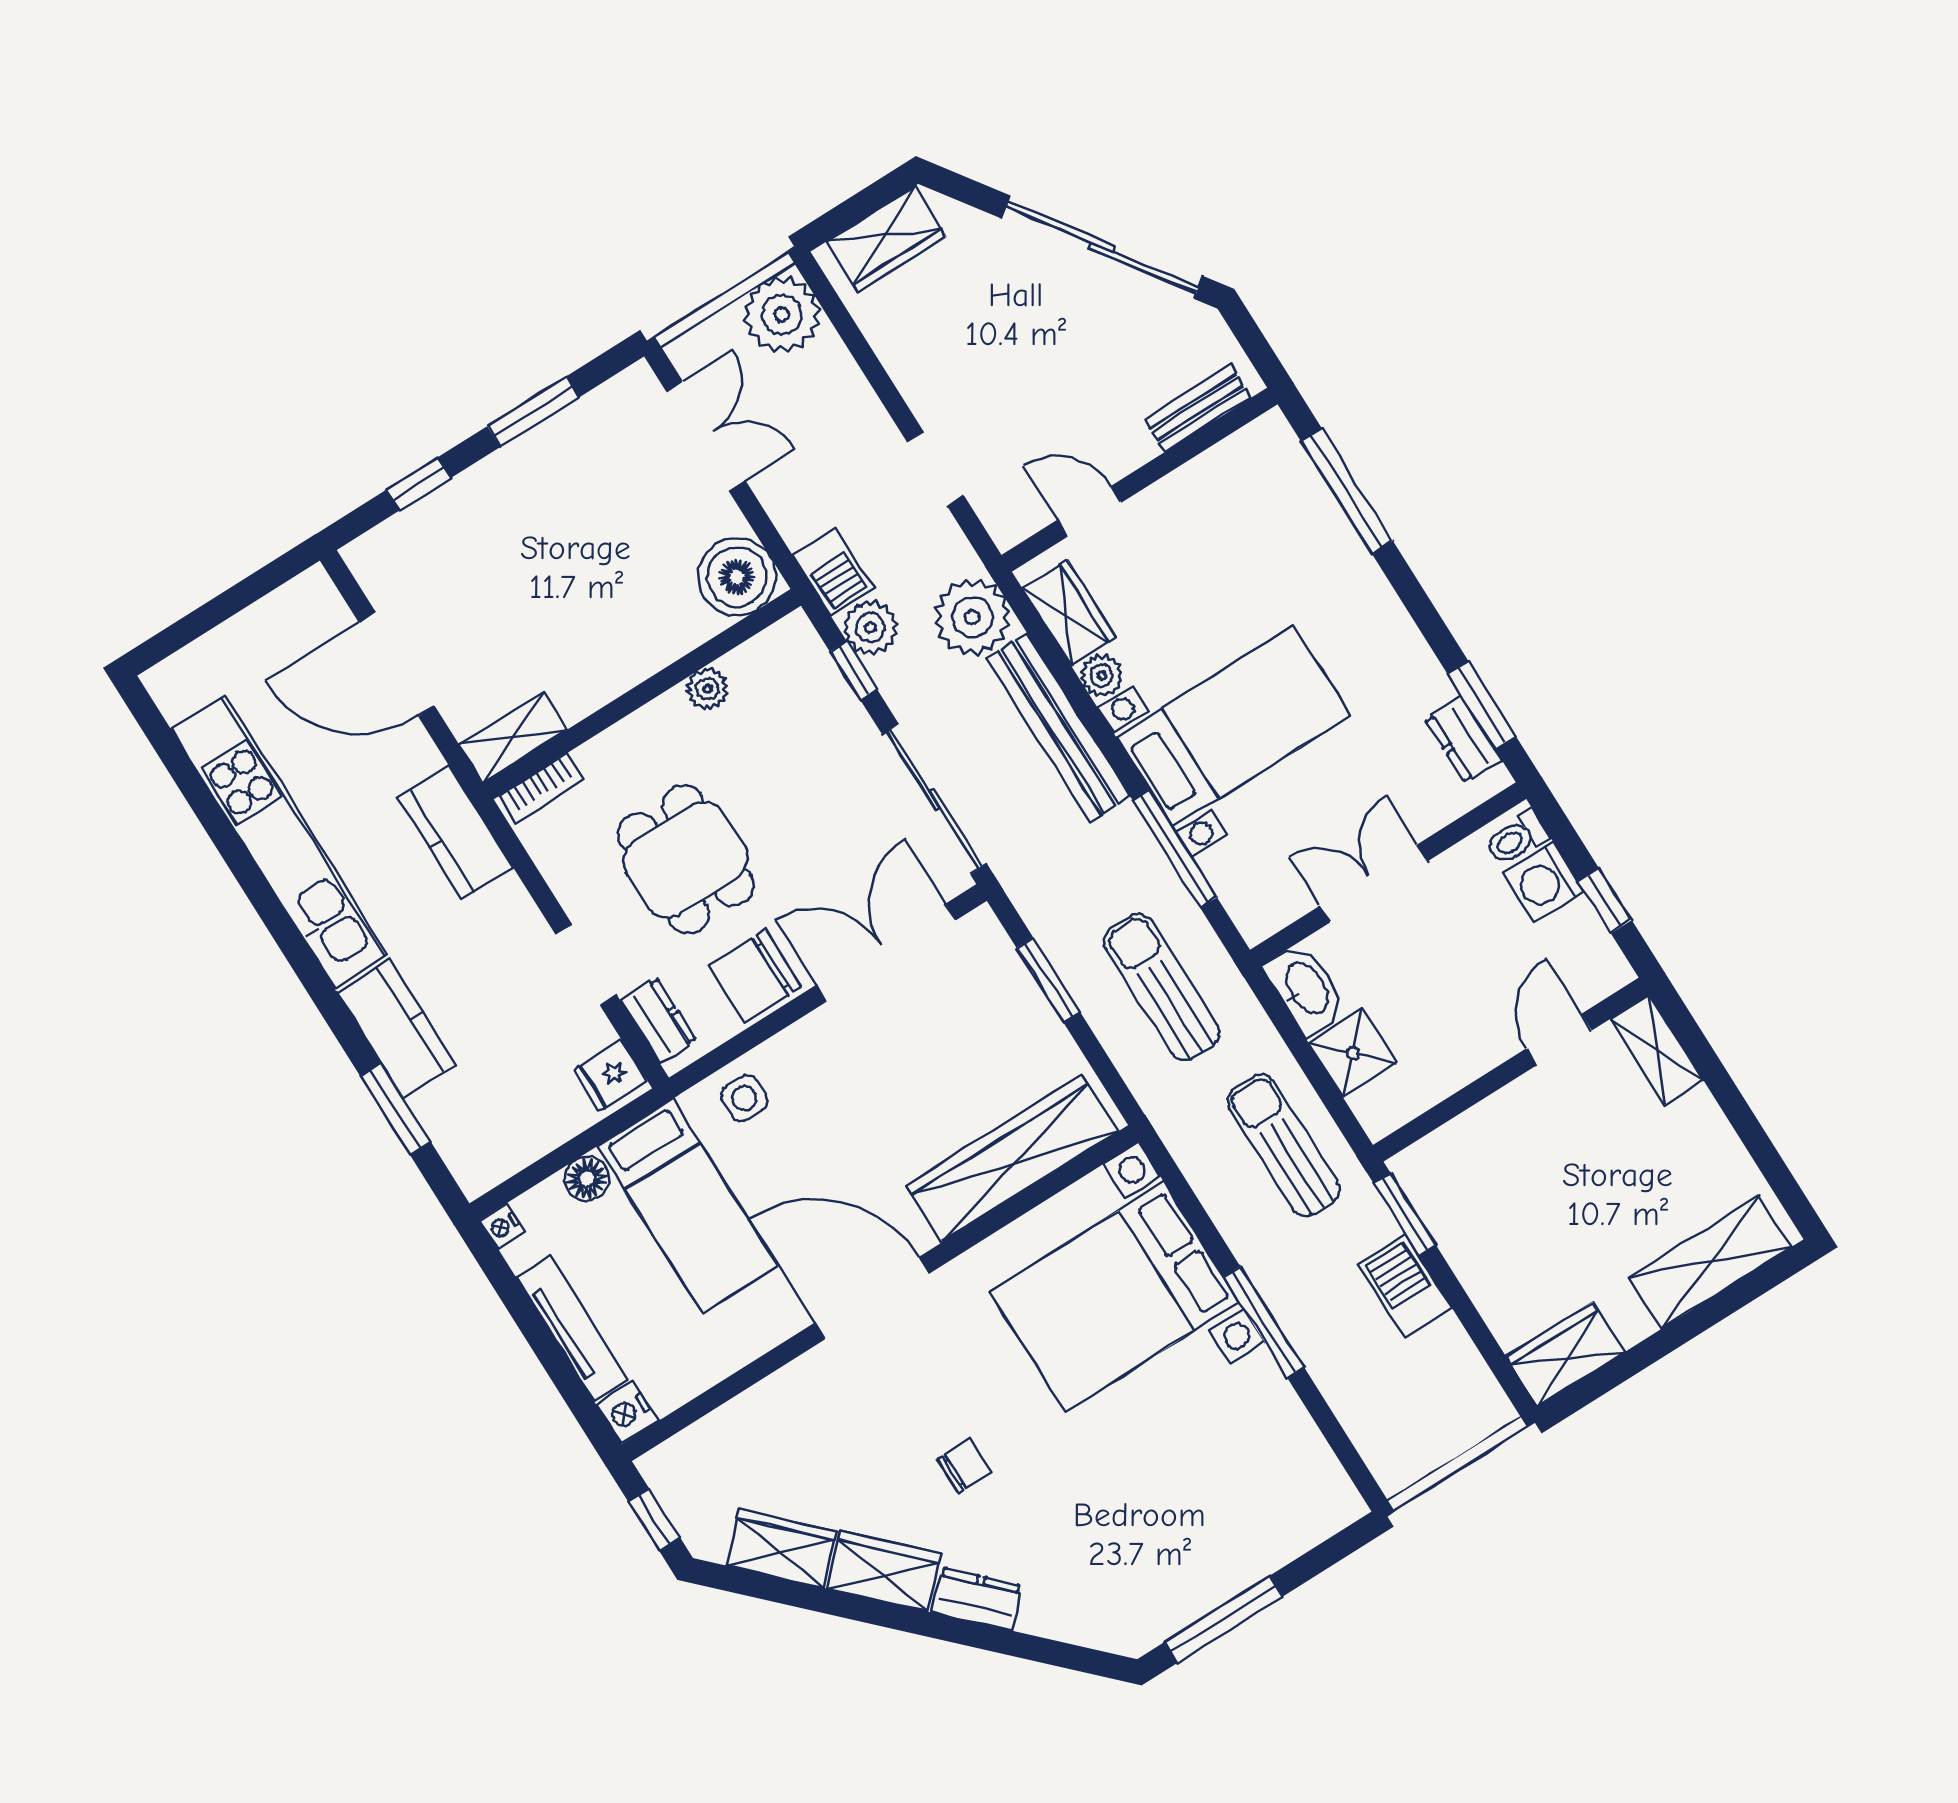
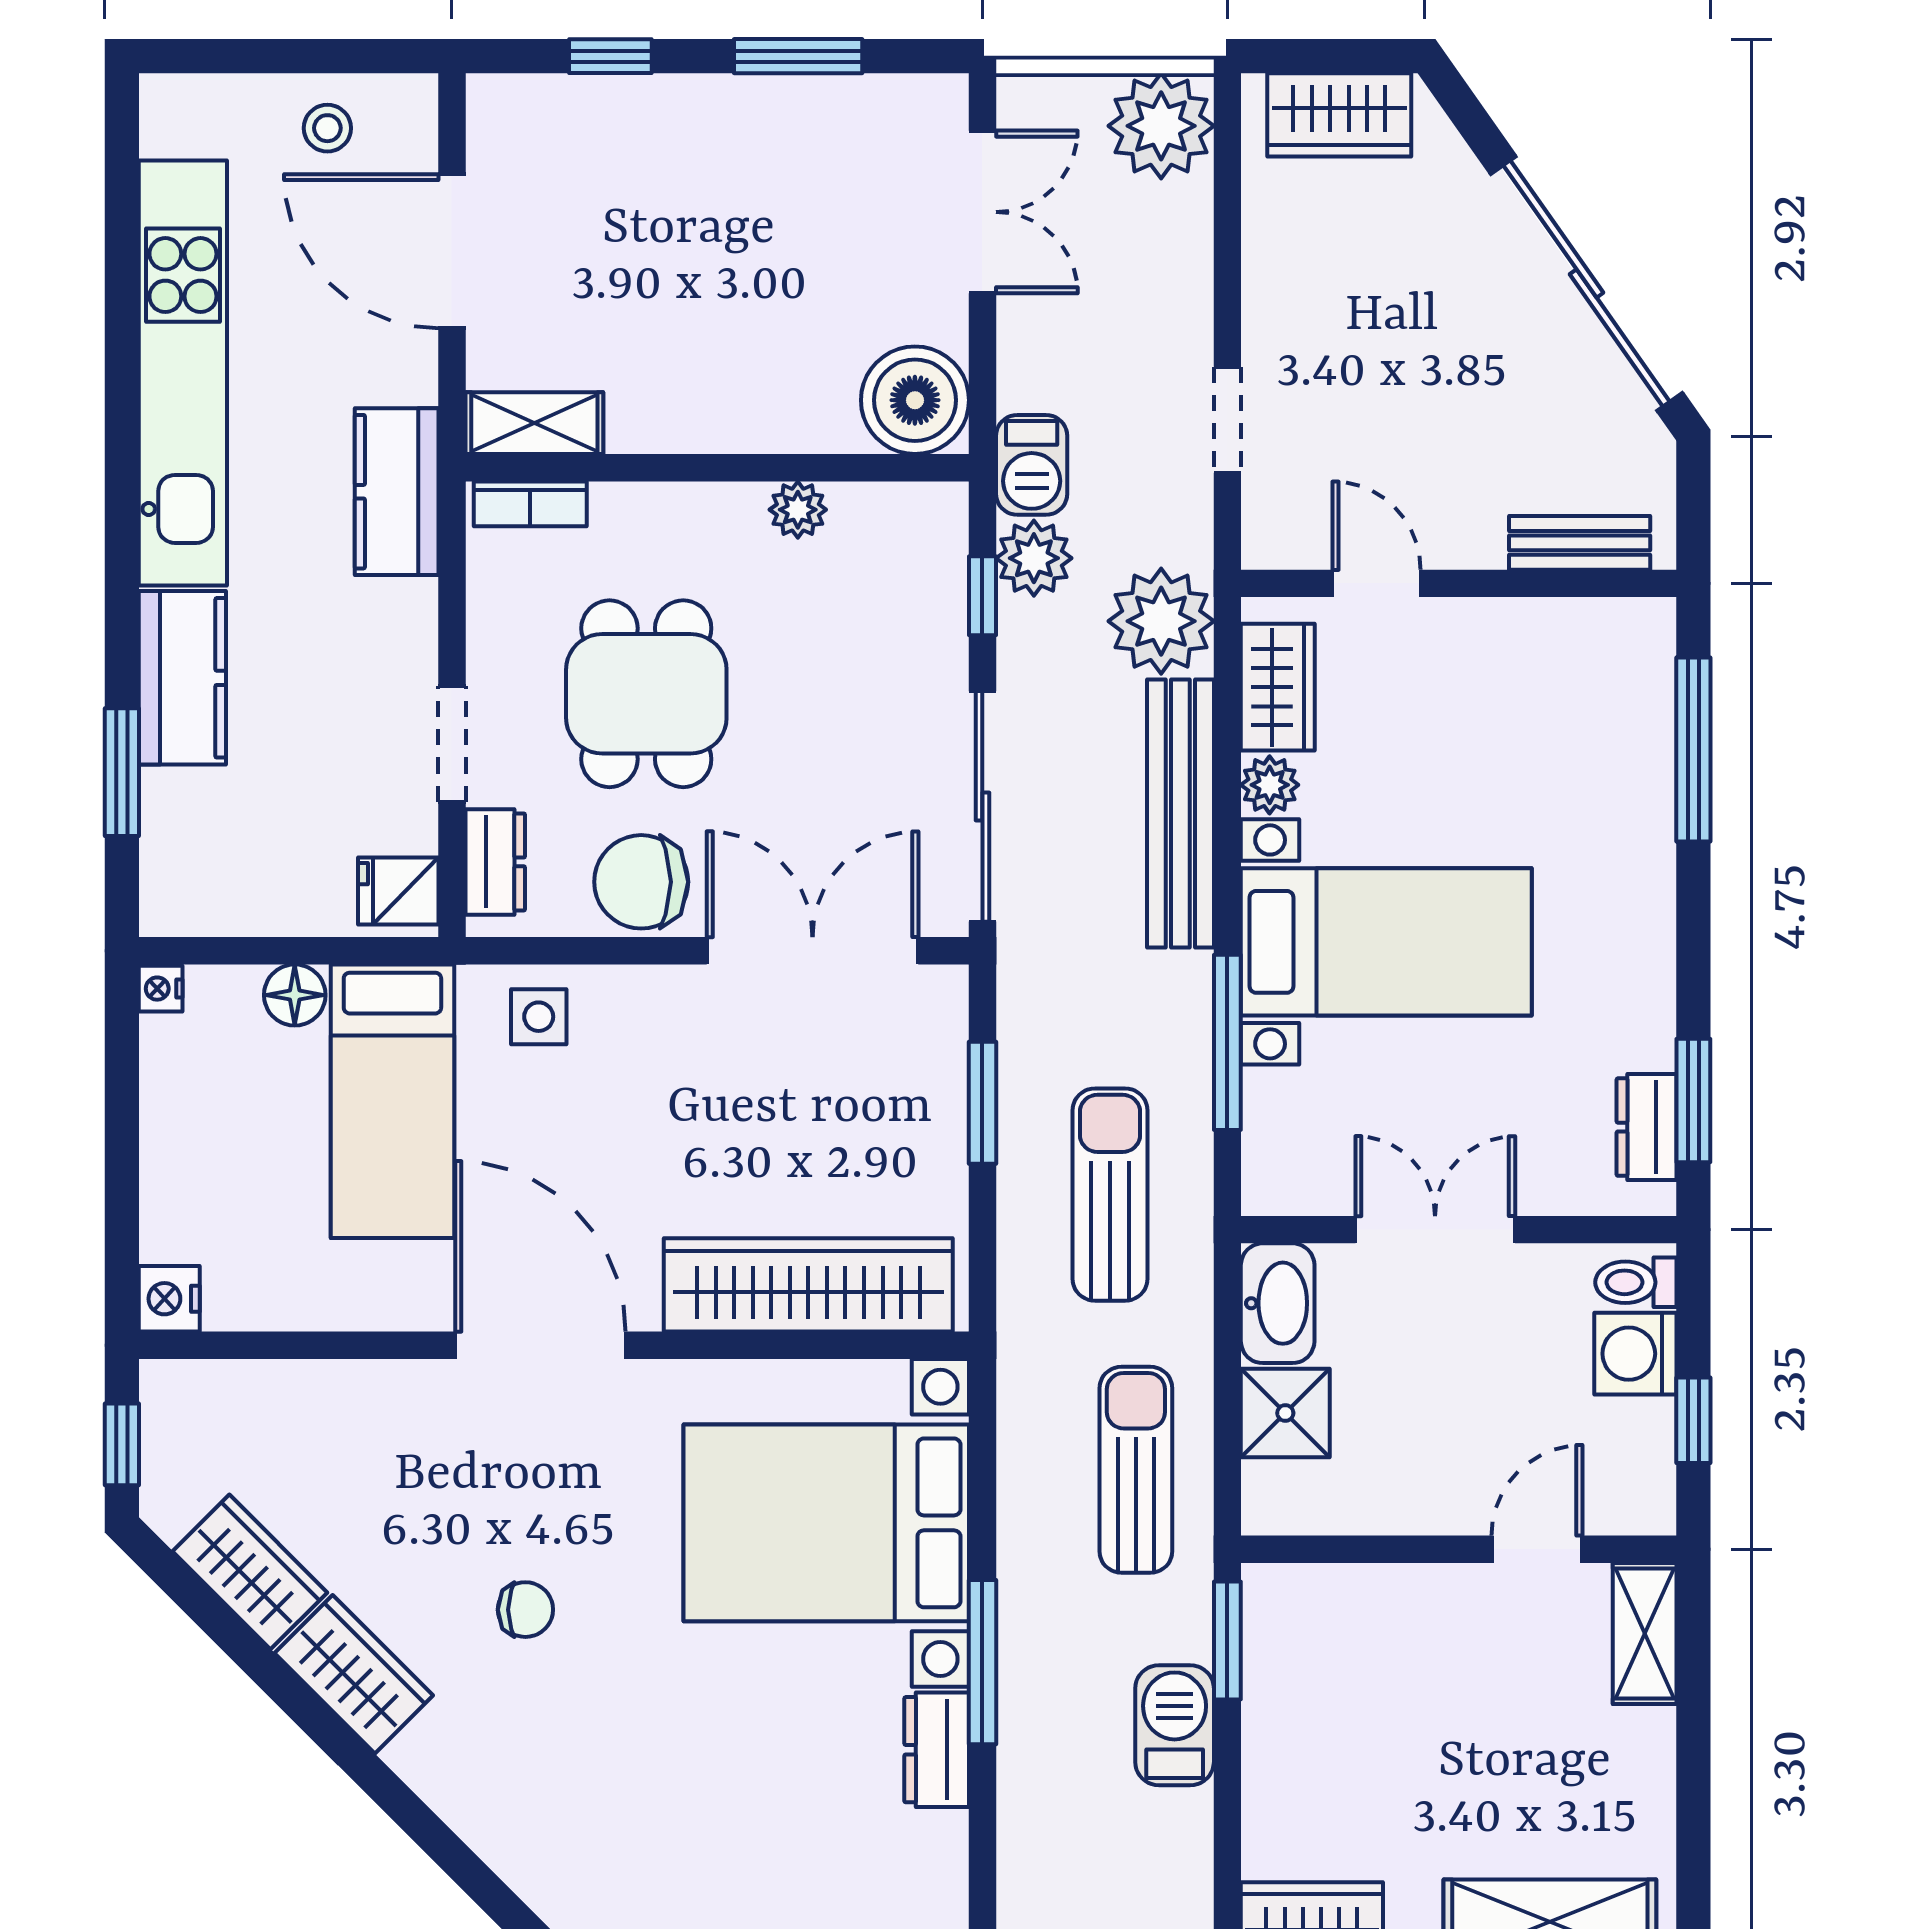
stool: (273, 637) -> (327, 128), added
tv unit: (572, 1328) -> (166, 1159), removed
dresser: (977, 1599) -> (937, 1750), moved, turned -135

